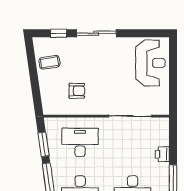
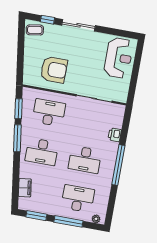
coffee table: (49, 62) -> (35, 30), moved
armchair: (77, 91) -> (54, 70), width x1.88, depth x1.88

